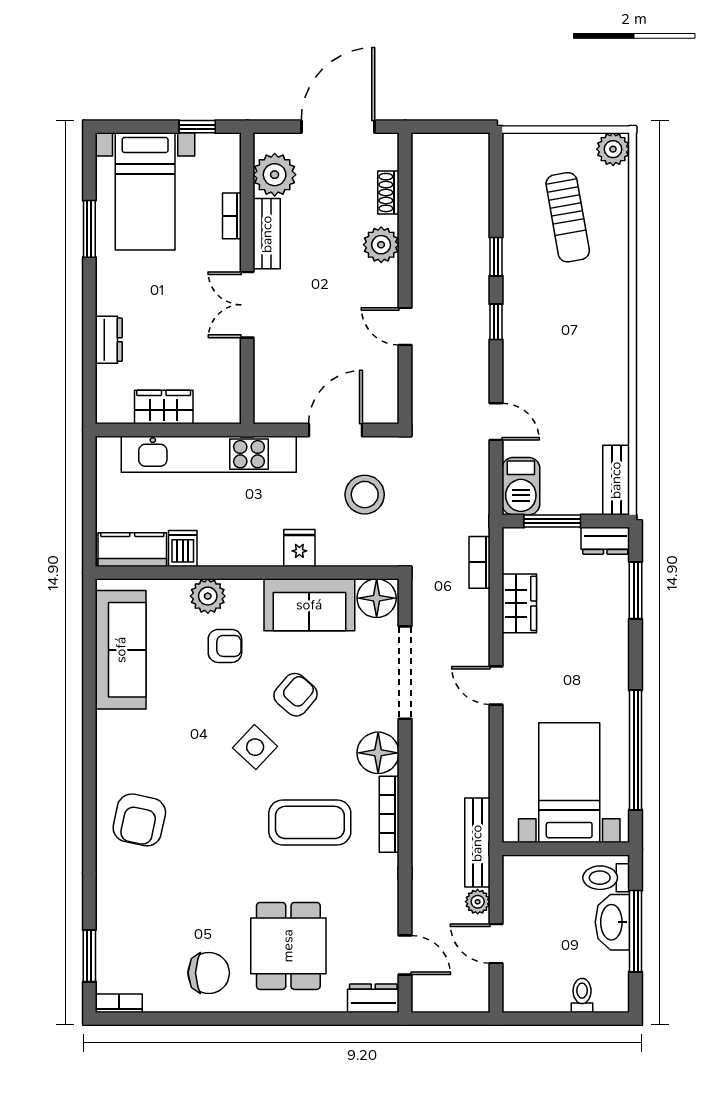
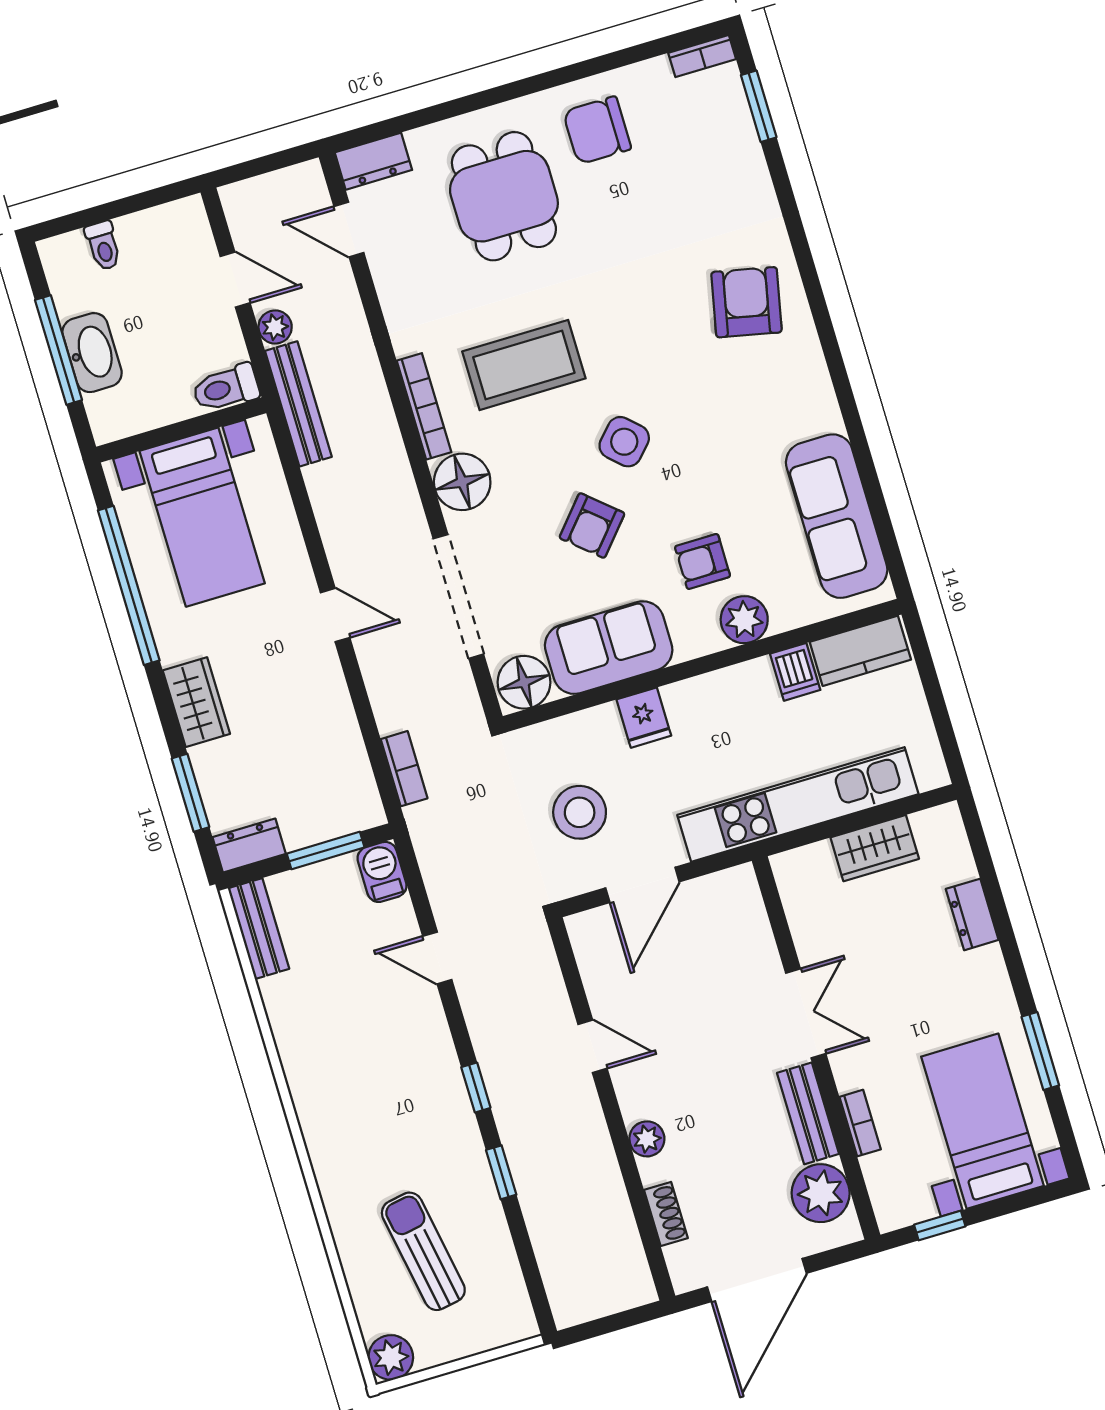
plant: (381, 245) -> (647, 1139), width x0.73, depth x0.73
barbecue: (521, 486) -> (382, 872), width x0.73, depth x0.79
wardrobe: (519, 603) -> (196, 702), moved, turned 180
toilet: (606, 878) -> (226, 388), moved, turned 180

